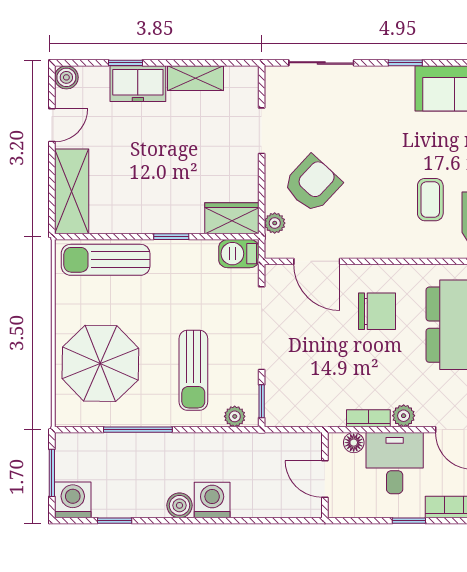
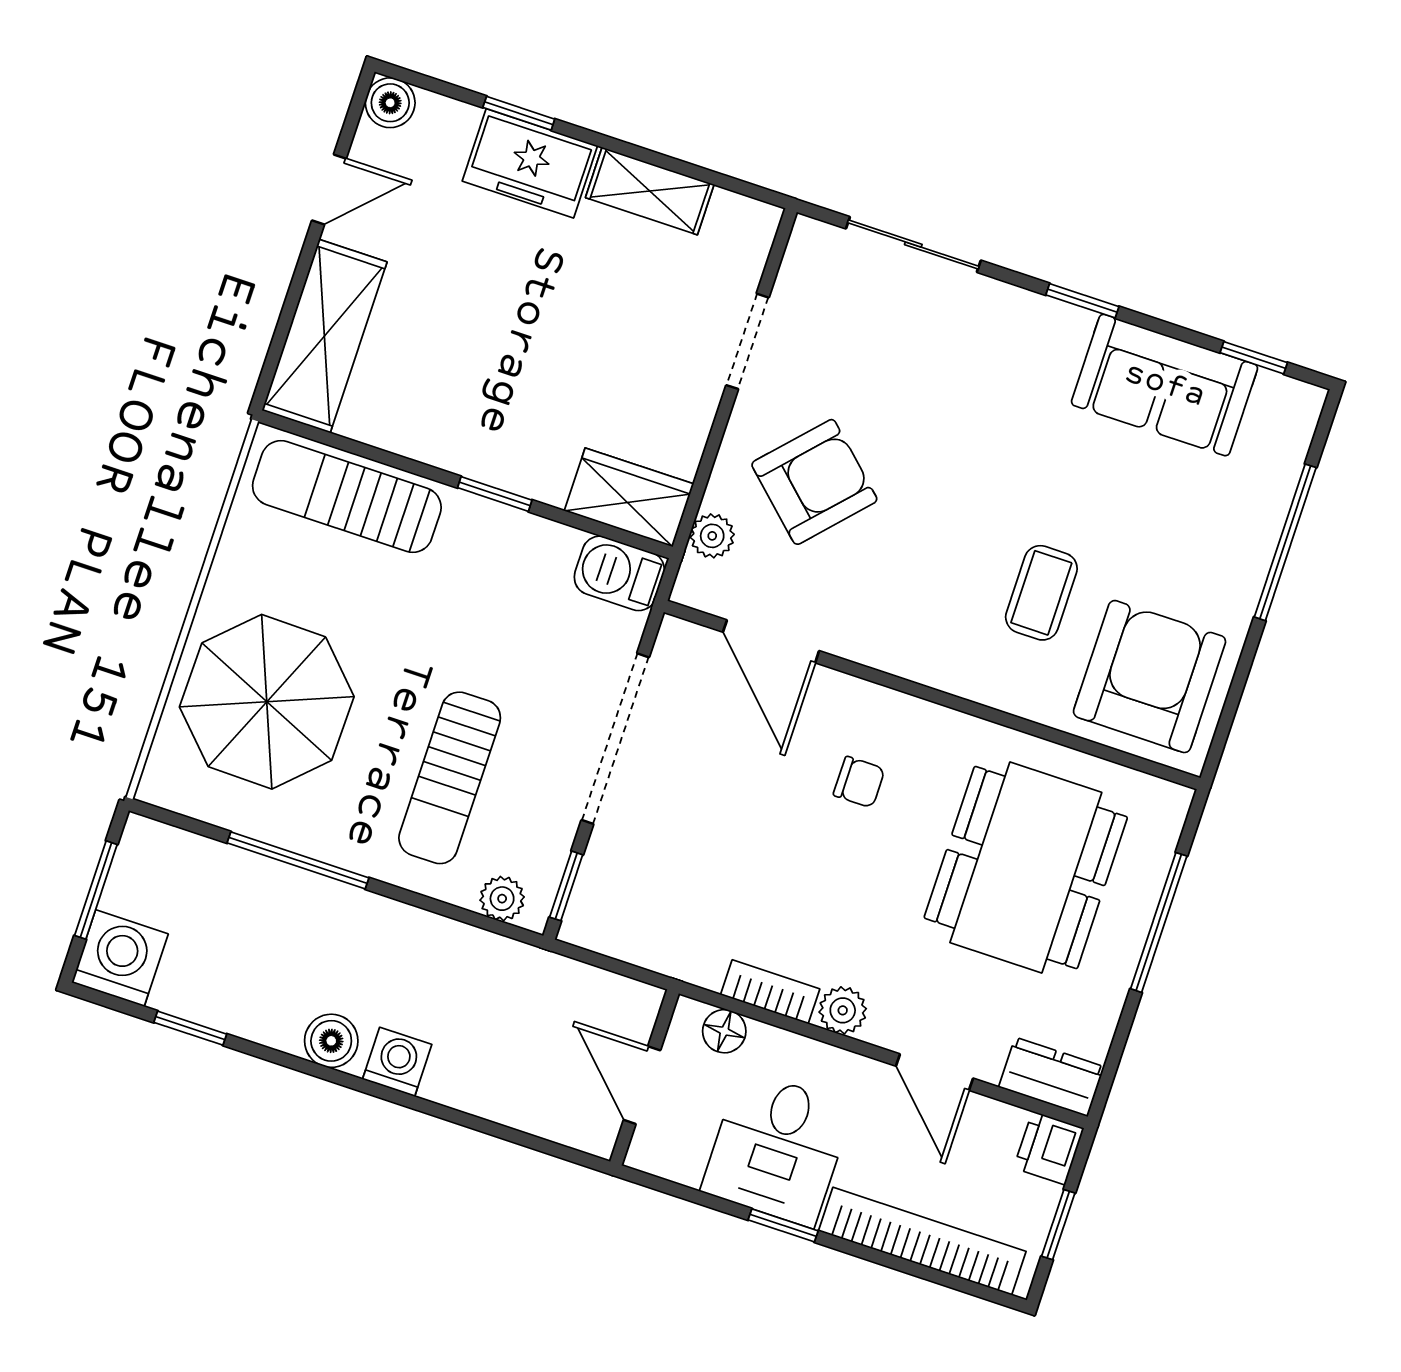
chair: (377, 311) -> (859, 782), width x0.54, depth x0.54
desk: (395, 463) -> (777, 1148), moved, turned 180
washing machine: (212, 500) -> (397, 1062), width x0.73, depth x0.73

